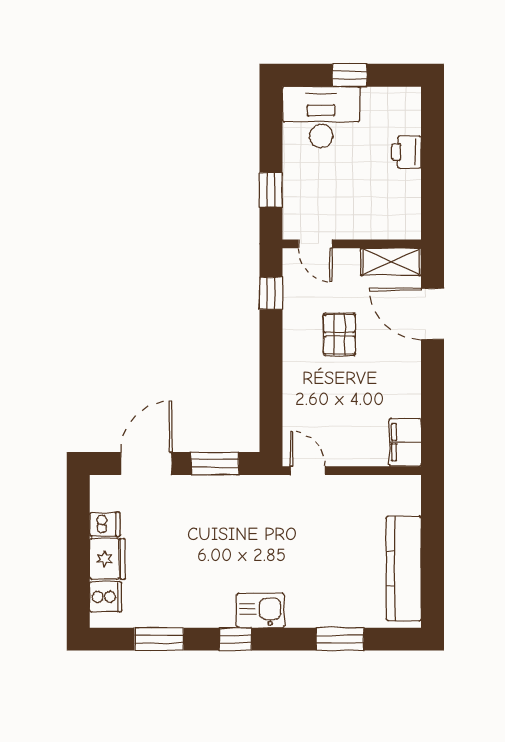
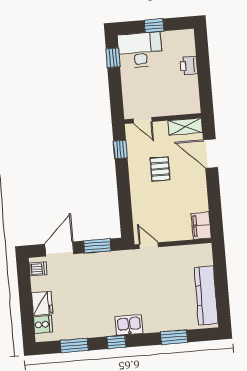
window: (271, 190) -> (113, 58), moved
dishwasher: (105, 524) -> (38, 269), moved

